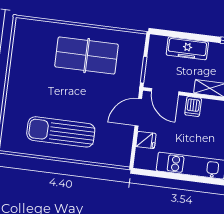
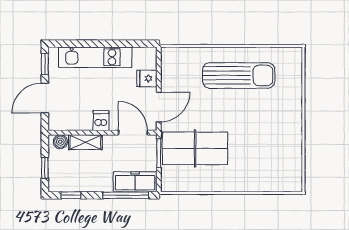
window: (179, 35) -> (126, 195), added
freezer: (187, 48) -> (135, 182), moved
table tennis table: (87, 56) -> (195, 148), moved

